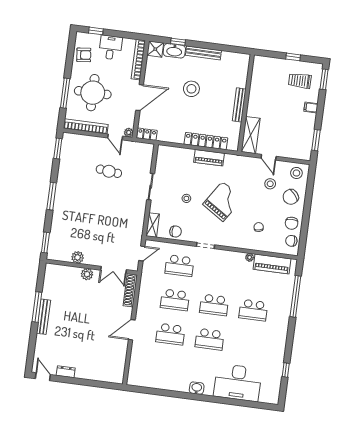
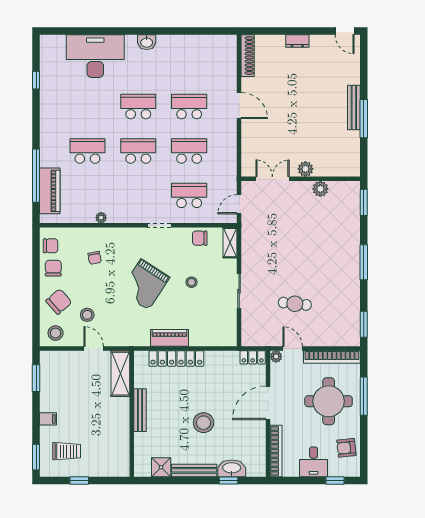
shower: (155, 49) -> (161, 467), moved
piano: (272, 264) -> (50, 191), moved, turned 90
shoe rack: (130, 290) -> (248, 56), moved
door: (132, 330) -> (239, 106), hinge flipped
dresser: (66, 372) -> (297, 41), moved

